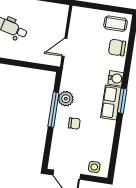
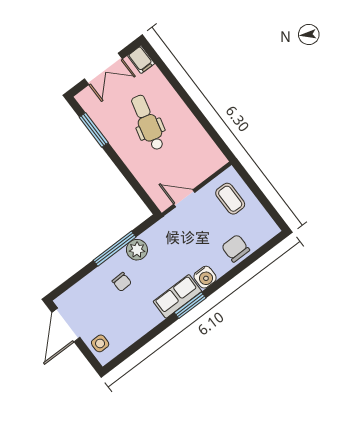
coffee table: (115, 24) -> (230, 199), moved

